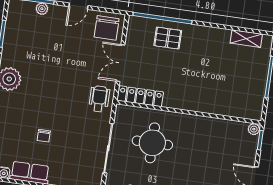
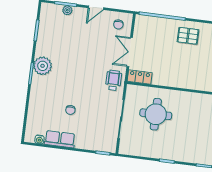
chair: (107, 28) -> (118, 24), width x0.54, depth x0.54
pallet: (168, 38) -> (188, 36), moved
locker: (140, 96) -> (140, 77), width x0.66

